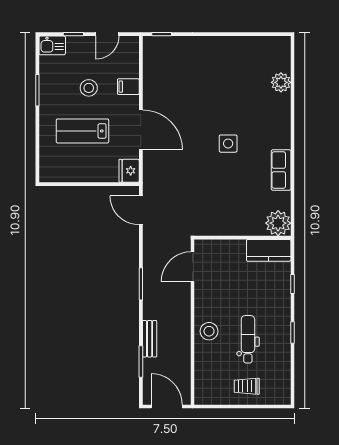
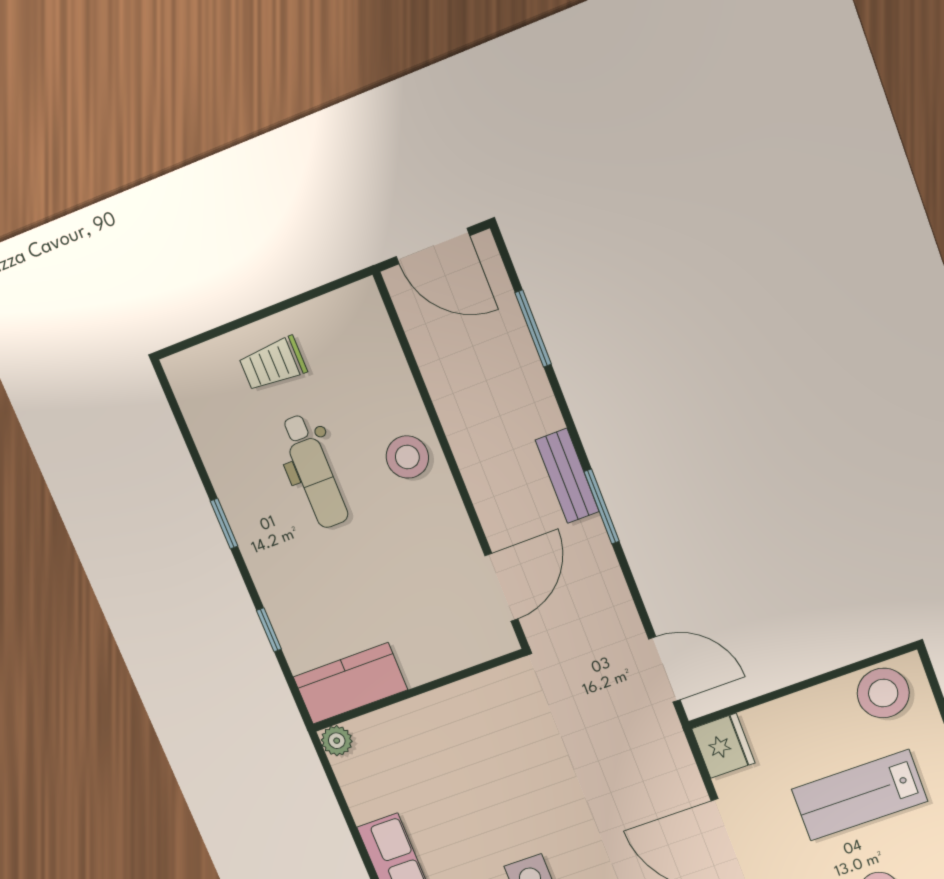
lab bench: (82, 131) -> (859, 795), turned 180
stool: (58, 170) -> (883, 693), added
plant: (278, 223) -> (337, 741), width x0.53, depth x0.53
bench: (150, 339) -> (567, 476), moved
trolley: (247, 386) -> (273, 364), turned 180

